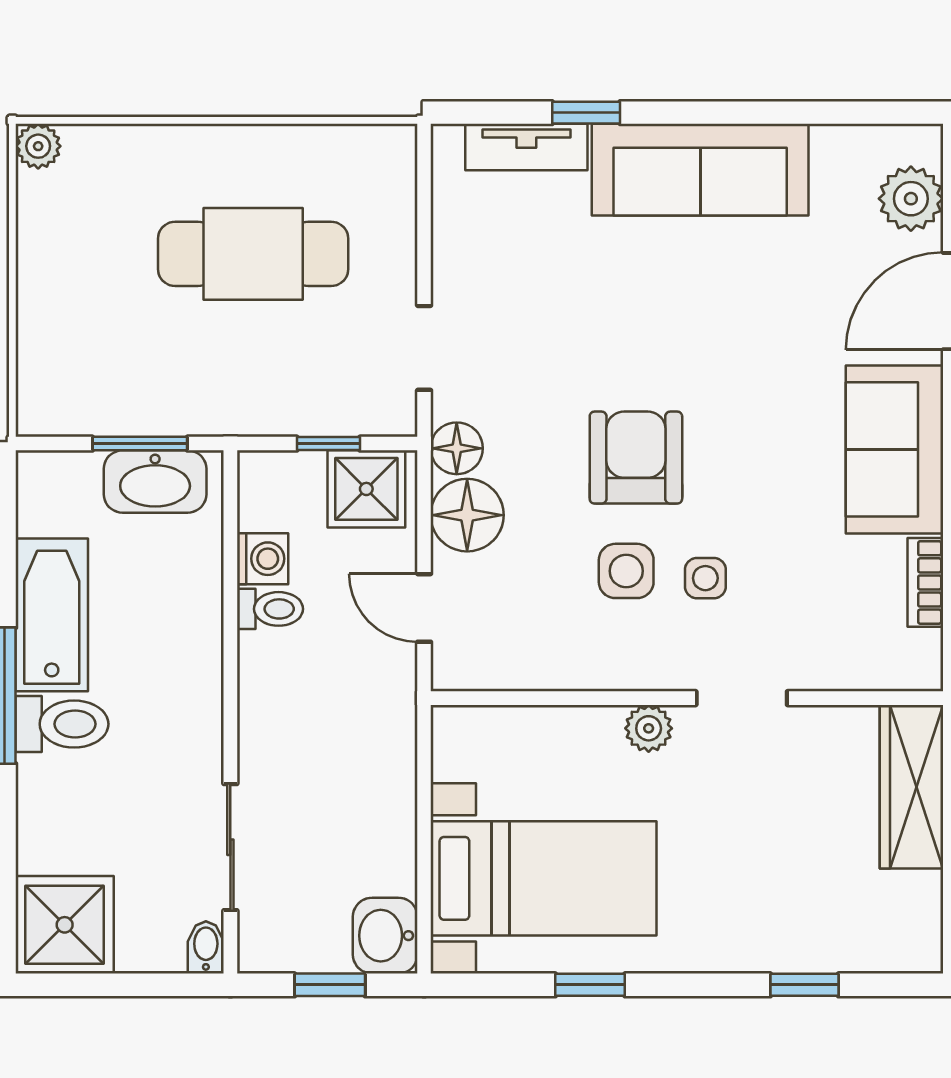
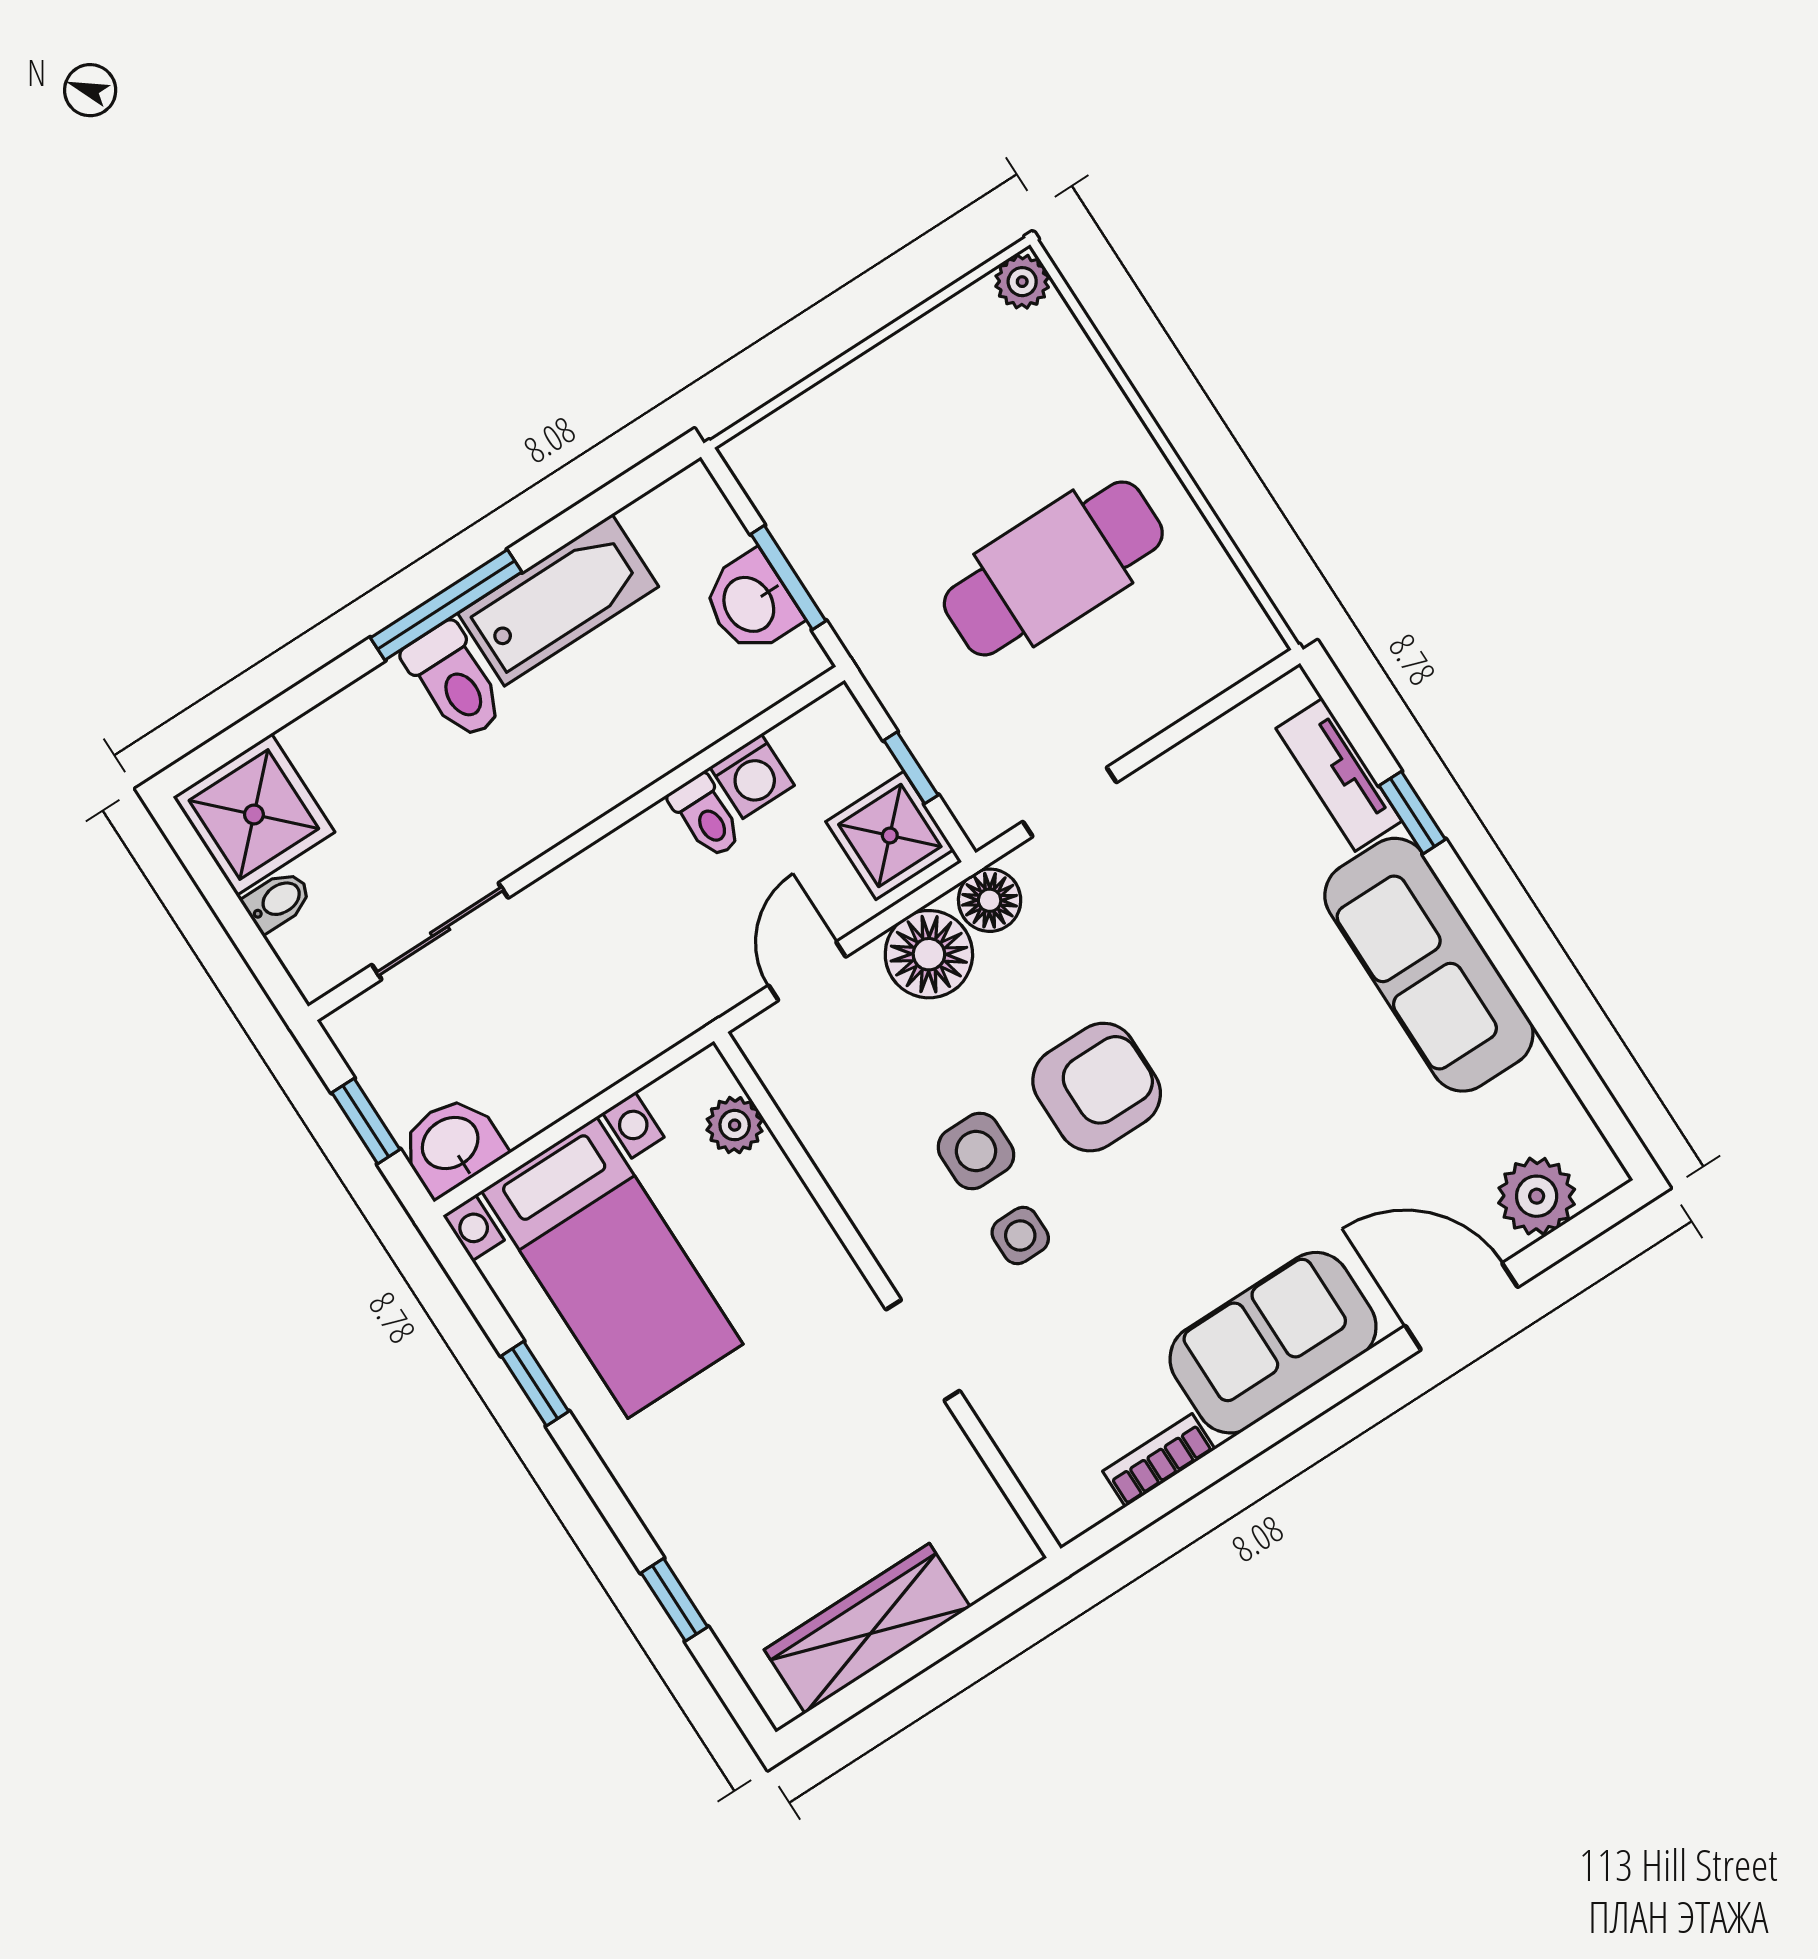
cafe table: (253, 254) -> (1053, 568), turned 90
washbasin: (155, 481) -> (751, 603), width x0.72
plant: (649, 728) -> (735, 1125), moved
wardrobe: (911, 787) -> (867, 1628), moved
bidet: (206, 947) -> (277, 901), moved

